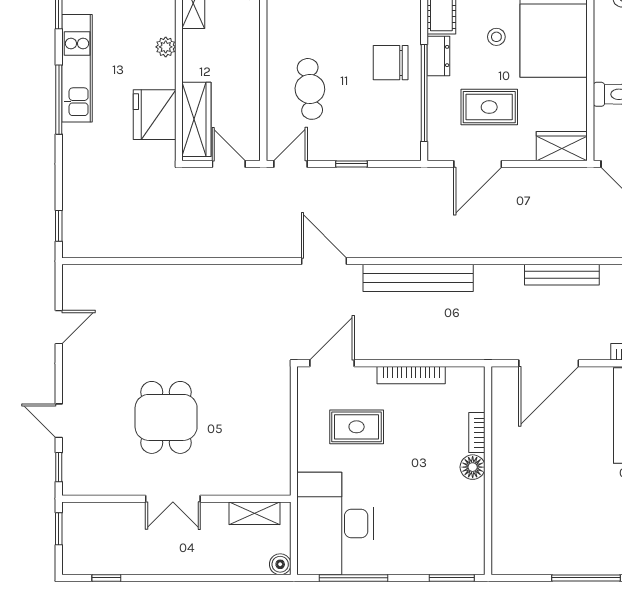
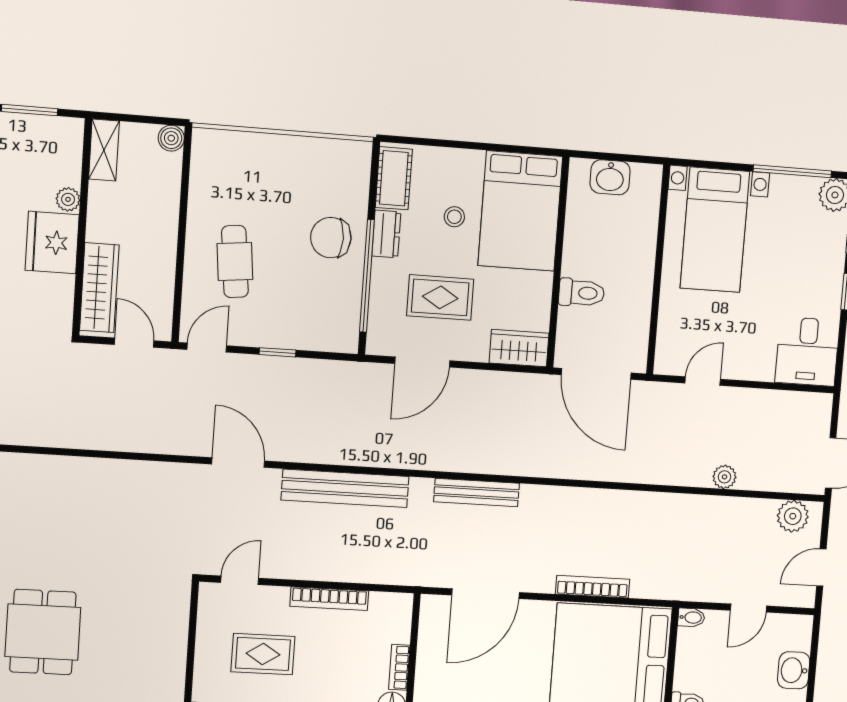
fridge: (155, 115) -> (52, 242), moved
bench: (562, 275) -> (477, 493), moved
door: (332, 363) -> (240, 580), width x0.73

